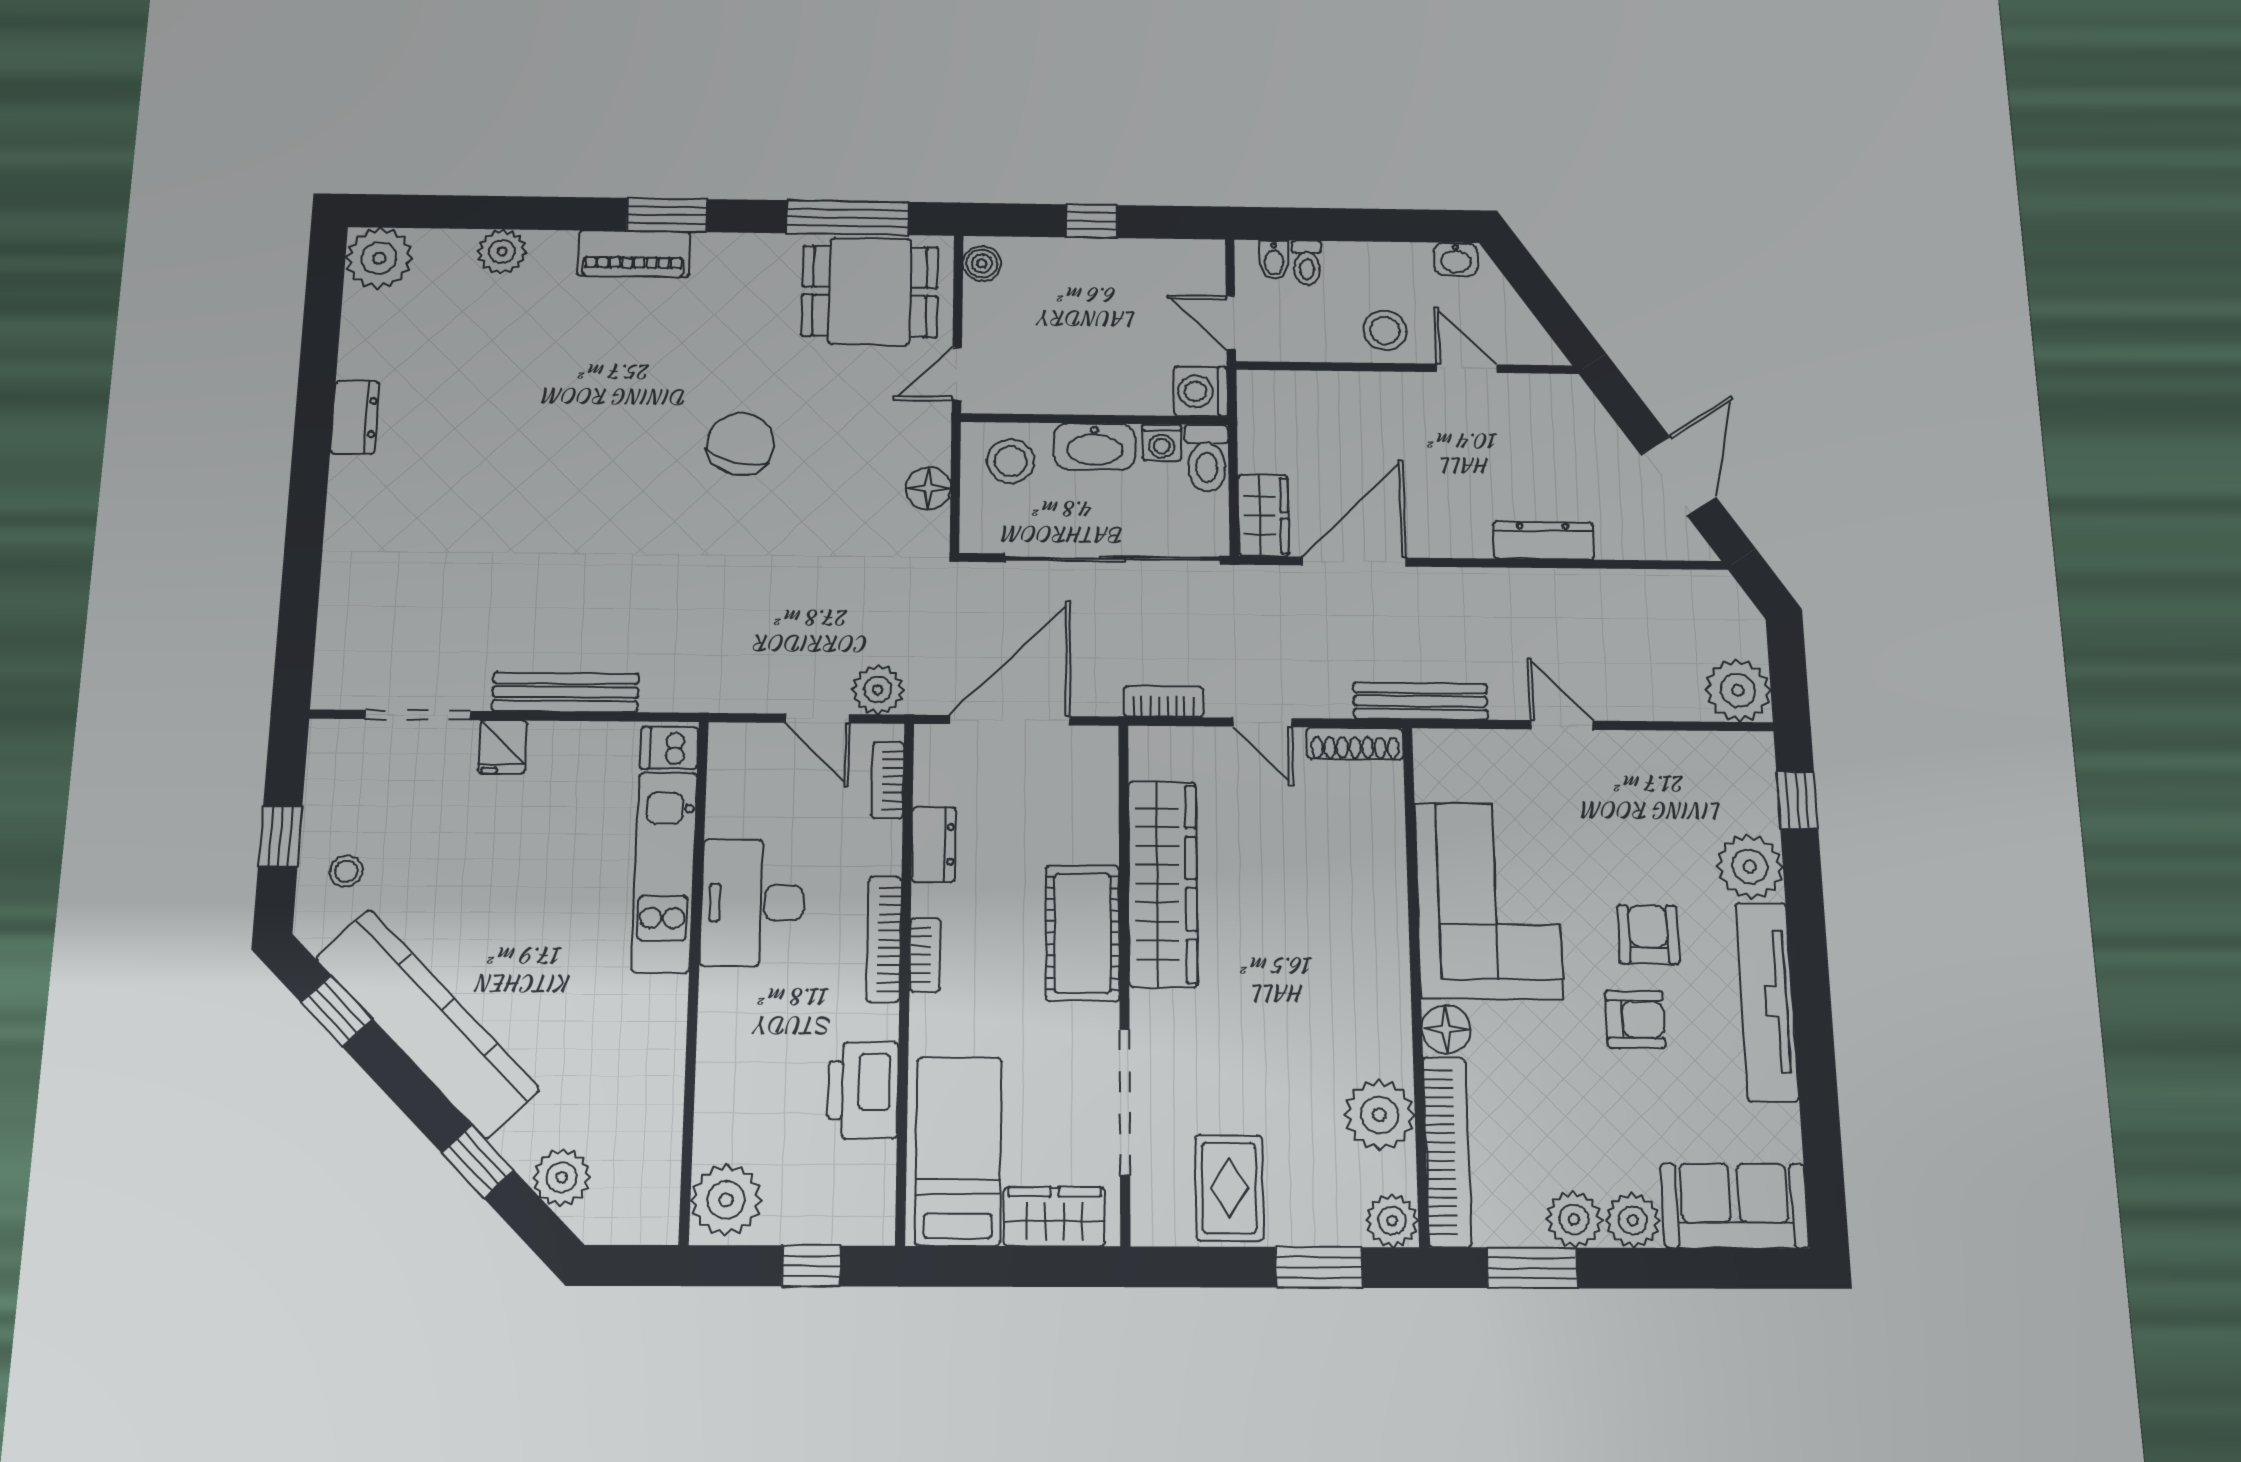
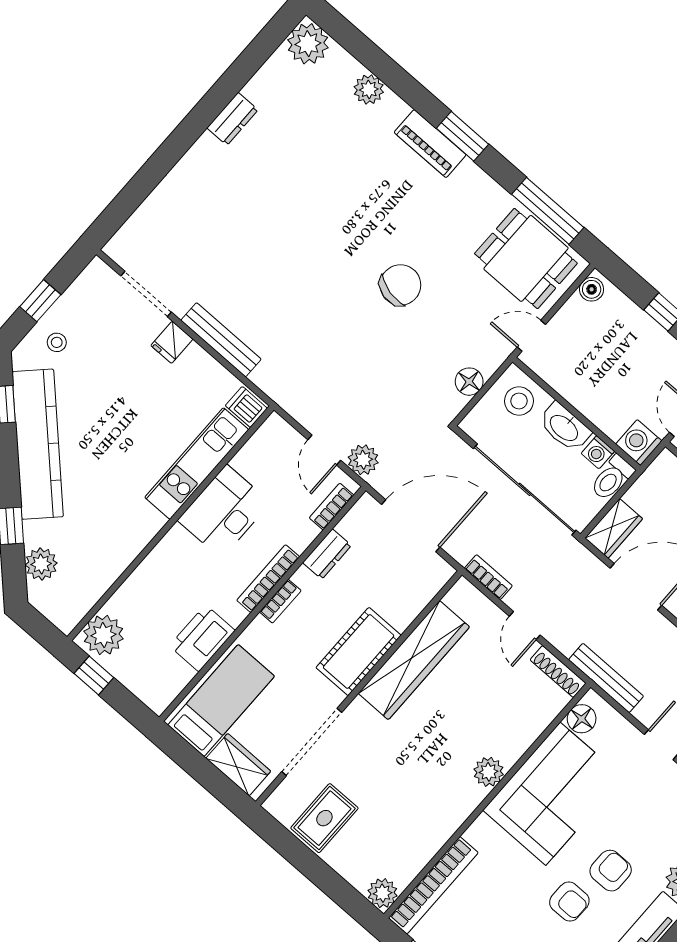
floor lamp: (1446, 1029) -> (582, 719), moved
plant: (1379, 1115) -> (489, 772), moved, width x0.73, depth x0.73
window: (811, 1266) -> (94, 675), moved
window: (1319, 1267) -> (333, 885), removed

